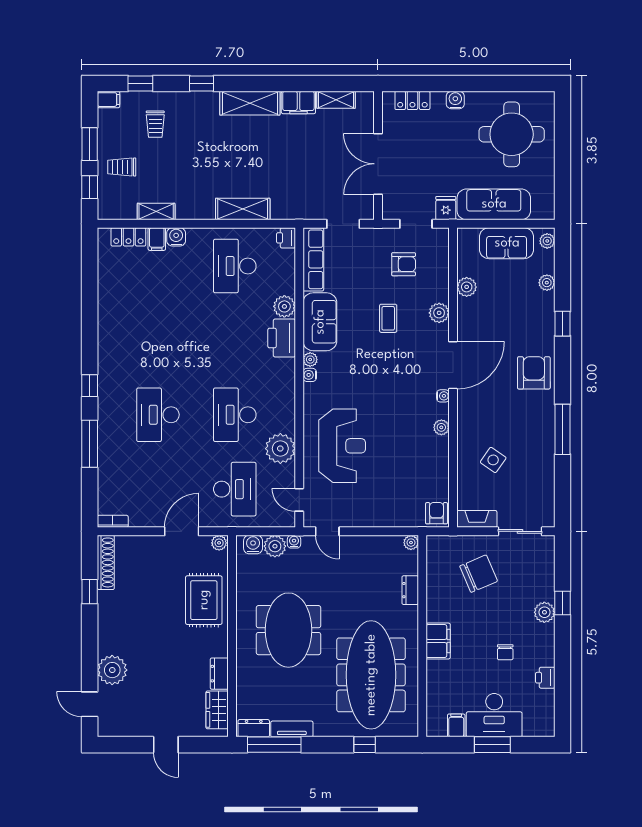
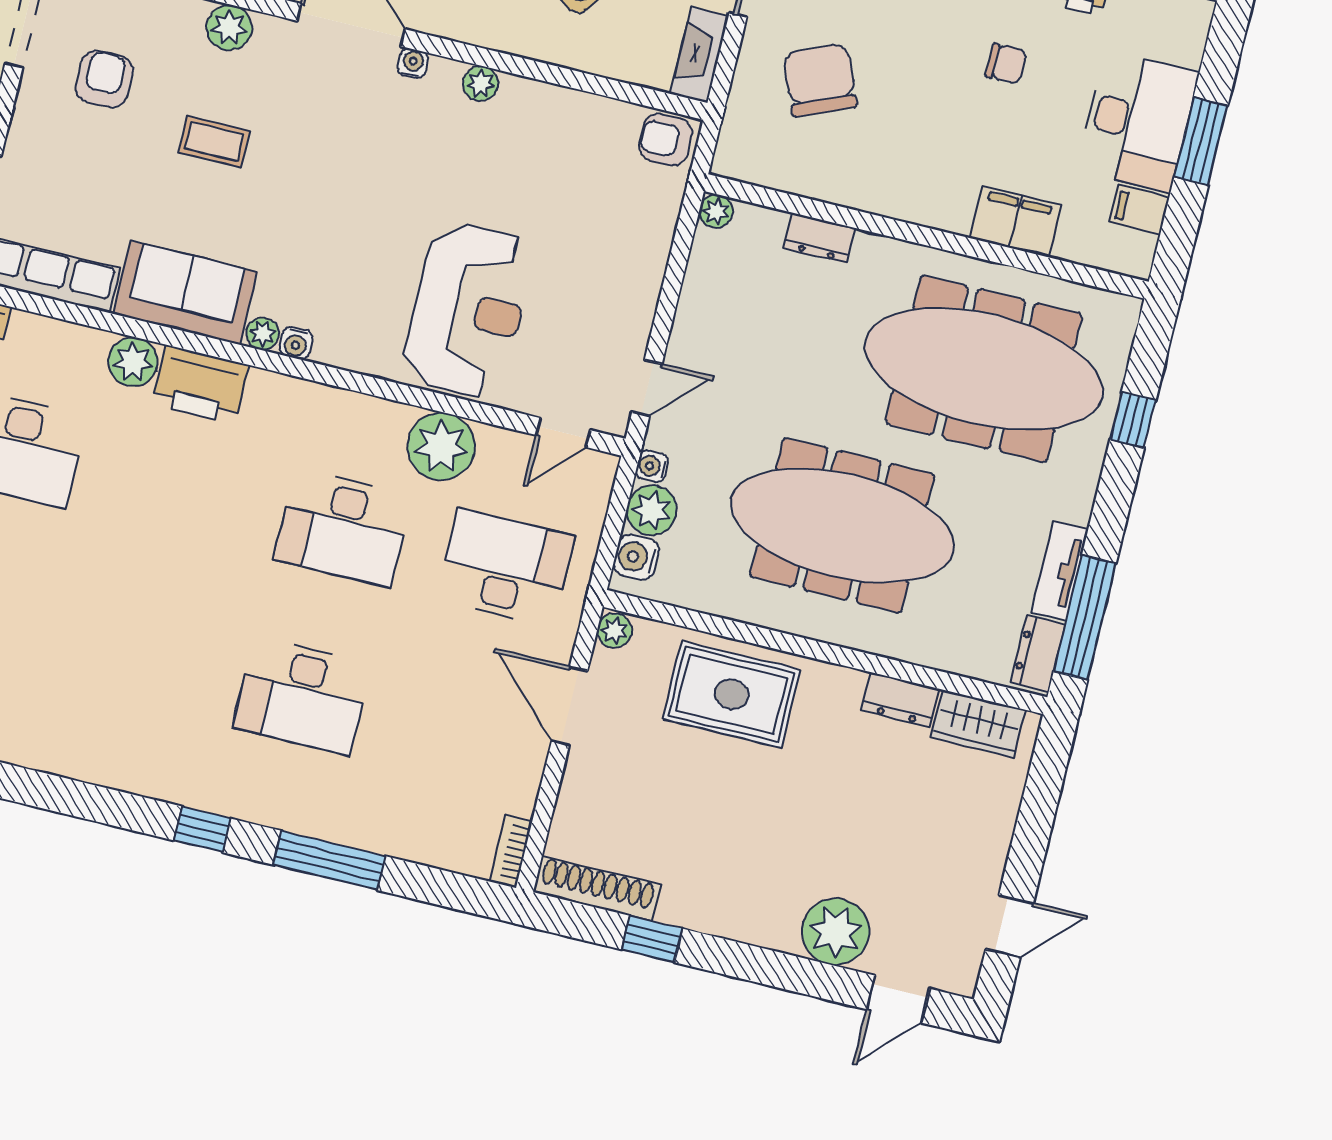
reception desk: (342, 446) -> (468, 310), turned 90
meeting table: (288, 630) -> (842, 525), width x1.36
filing cabinet: (438, 641) -> (1015, 221), moved
door: (166, 745) -> (1010, 926), moved

